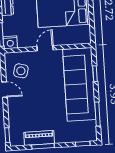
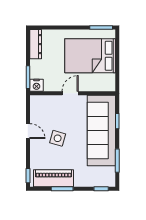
side table: (21, 71) -> (58, 138), moved
piano: (39, 138) -> (54, 178), width x1.37, depth x1.33

